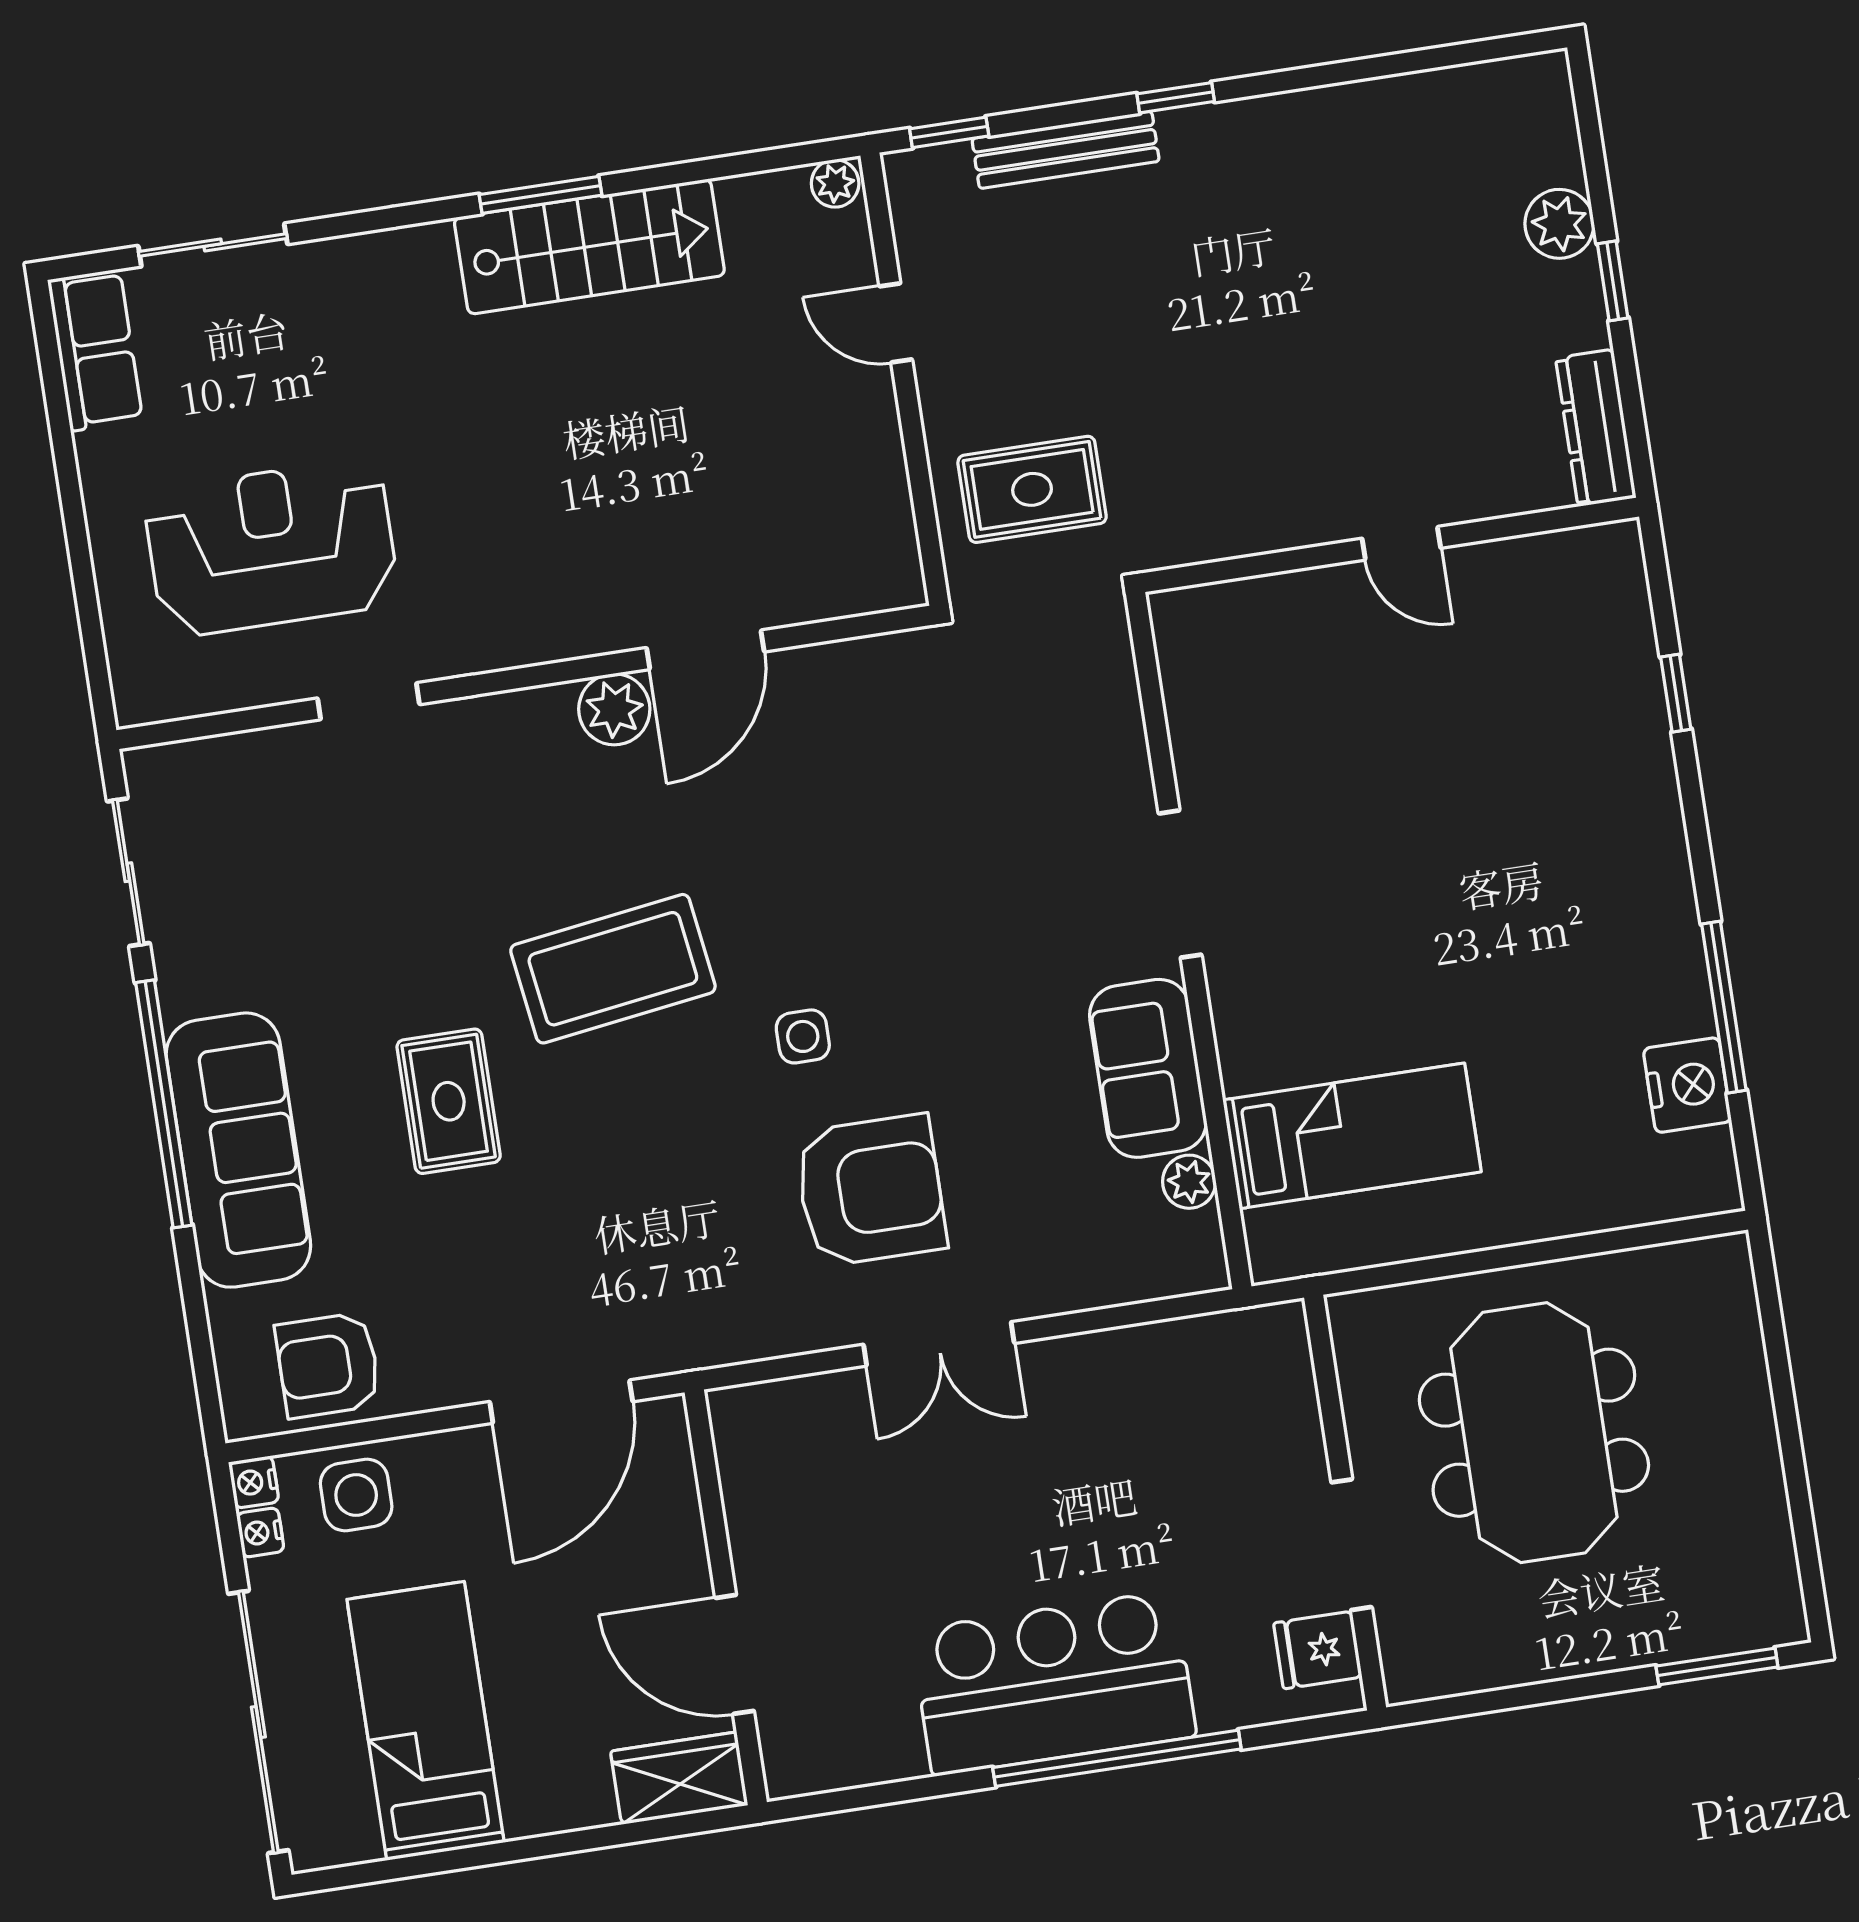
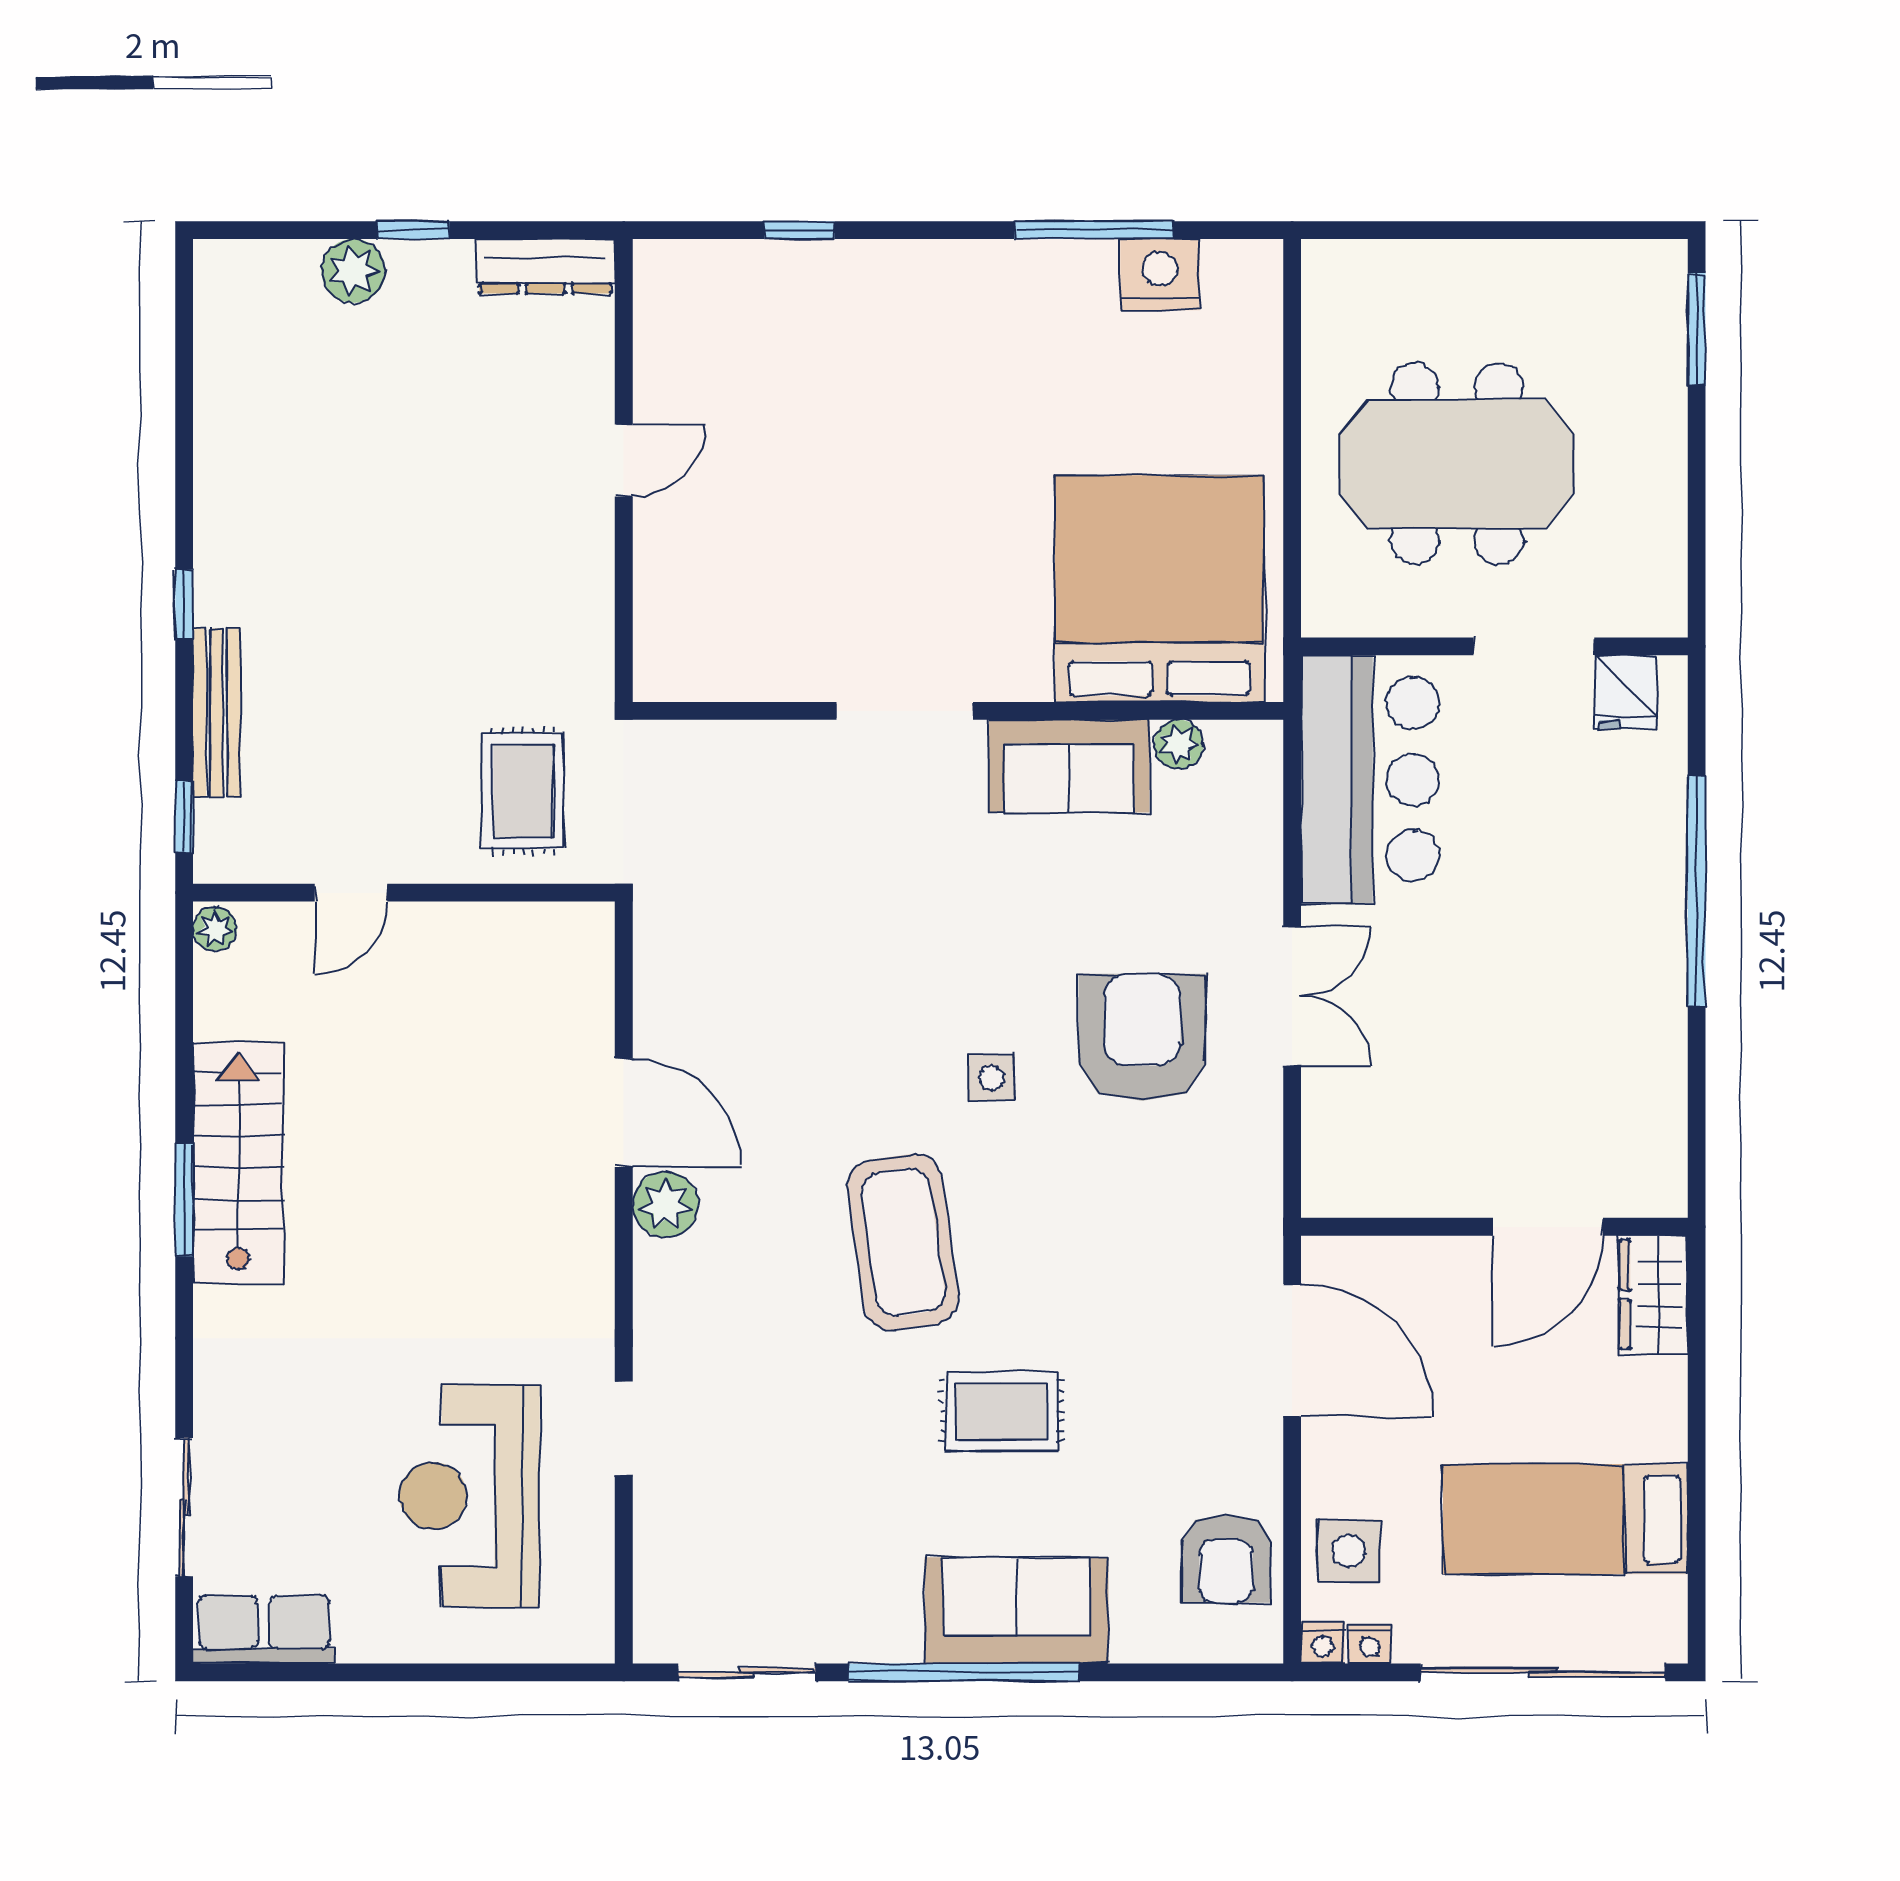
bed: (1352, 1136) -> (1160, 589), width x2.04
sofa: (238, 1150) -> (1017, 1610), width x0.73
bar counter: (1054, 1683) -> (1370, 779), moved, turned 180

